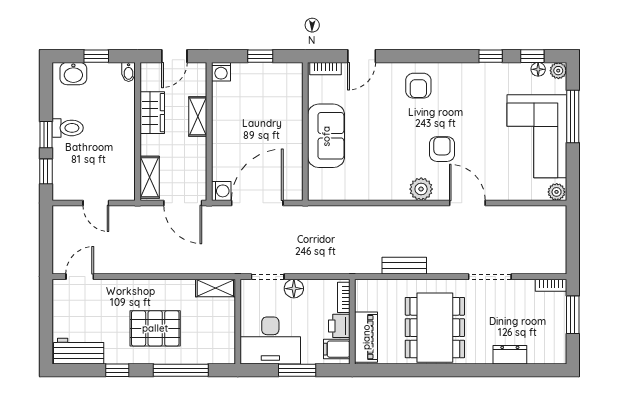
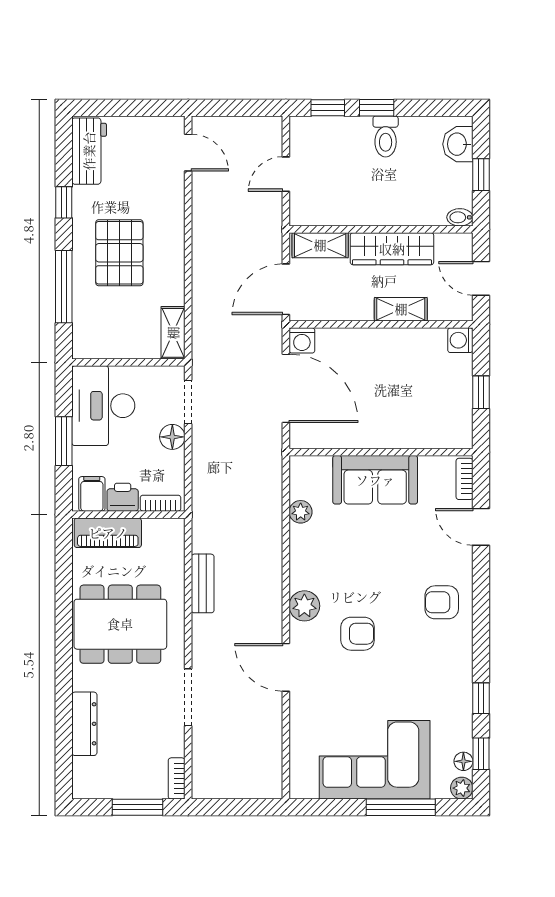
wardrobe: (152, 113) -> (392, 249), width x1.50
plant: (557, 192) -> (301, 512), moved
door: (467, 203) -> (286, 667), swing flipped
dresser: (510, 355) -> (84, 724), width x1.44

